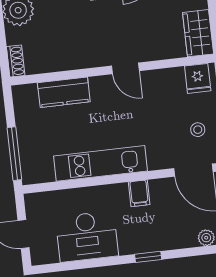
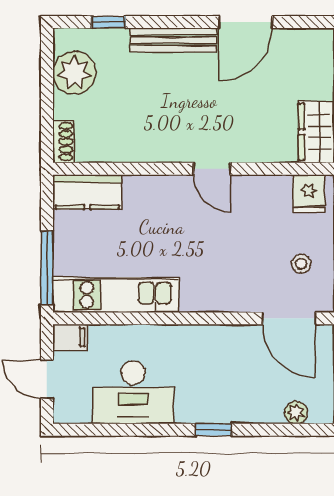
kitchen counter: (64, 92) -> (87, 192), moved
kitchen unit: (101, 163) -> (116, 295), moved
filing cabinet: (139, 193) -> (70, 337), moved, turned -90

